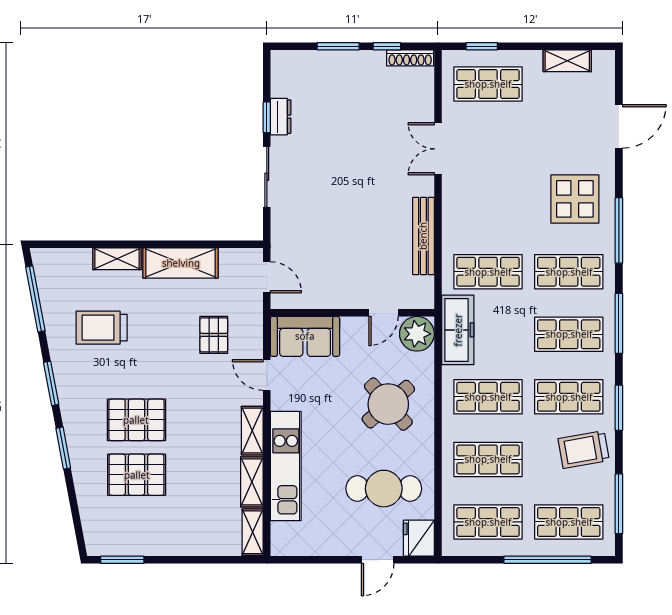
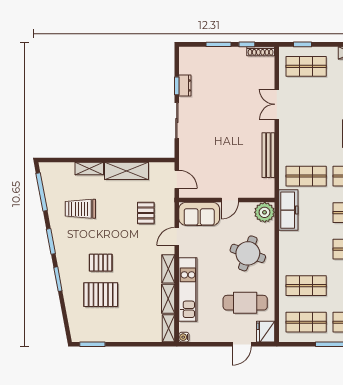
door: (384, 313) -> (230, 200), moved
door: (267, 375) -> (177, 236), hinge flipped
shop shelf: (488, 397) -> (306, 249), removed
round table: (388, 404) -> (248, 253), turned -30
pallet: (136, 420) -> (101, 263), width x0.67, depth x0.71
water cooler: (279, 547) -> (184, 337), added

